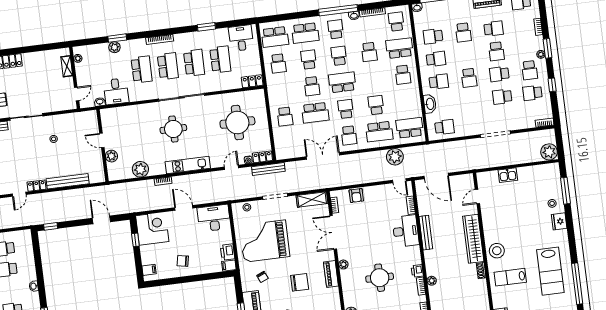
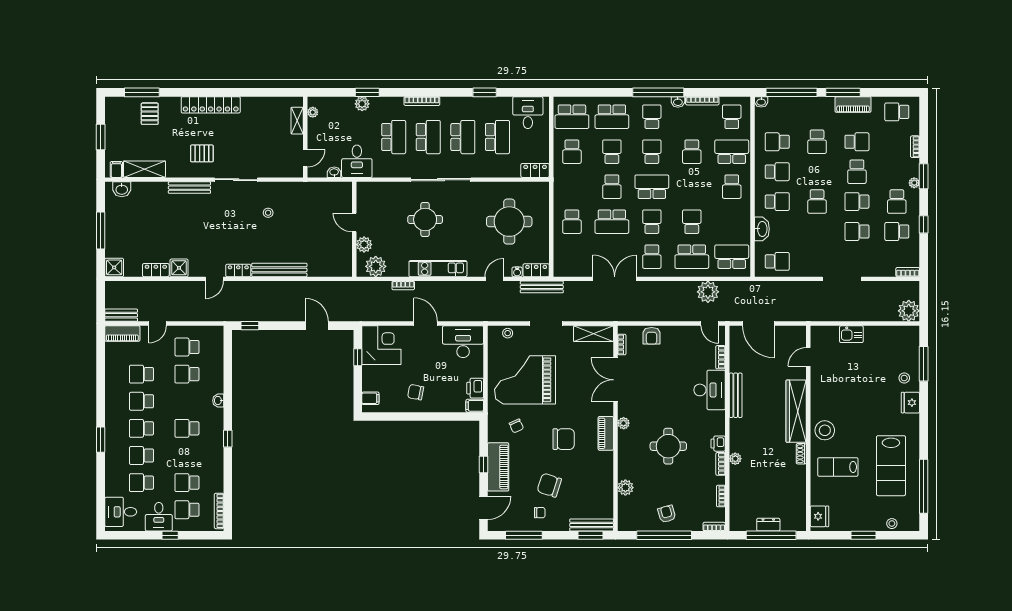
door: (102, 140) -> (354, 223), moved
wall: (102, 145) -> (354, 229), moved
plant: (111, 156) -> (364, 245), moved

